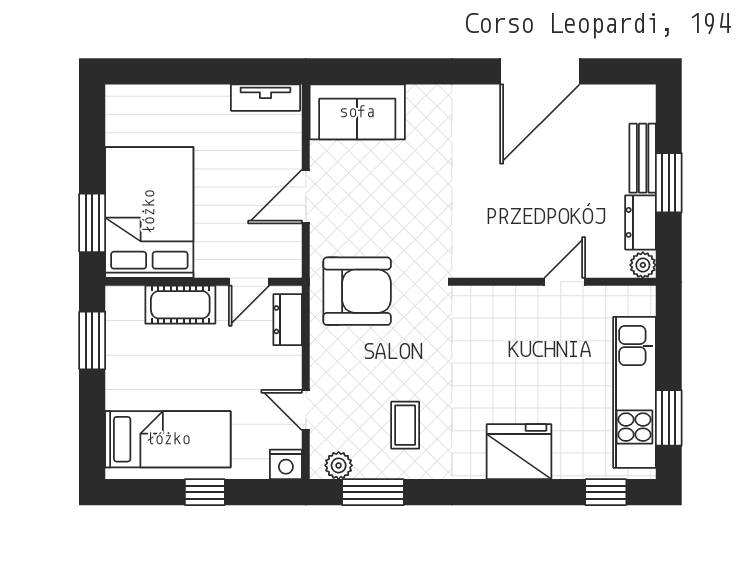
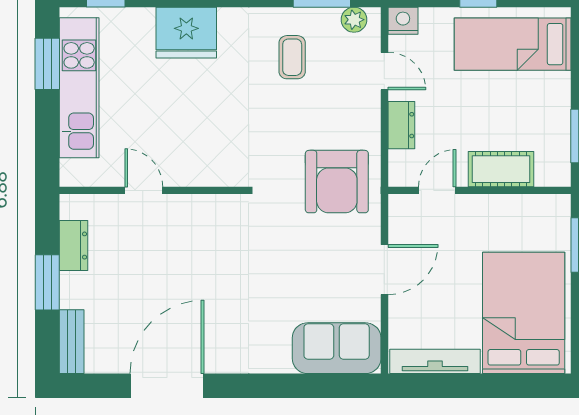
tv unit: (265, 98) -> (435, 361), width x1.41
bench: (643, 158) -> (72, 342), moved
bed: (149, 212) -> (524, 313), moved, turned 180
plant: (643, 265) -> (71, 206), removed
door: (565, 282) -> (144, 190), swing flipped
armchair: (357, 291) -> (337, 182), turned -90
dresser: (288, 320) -> (401, 125), moved

